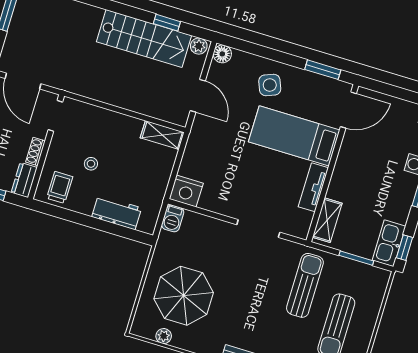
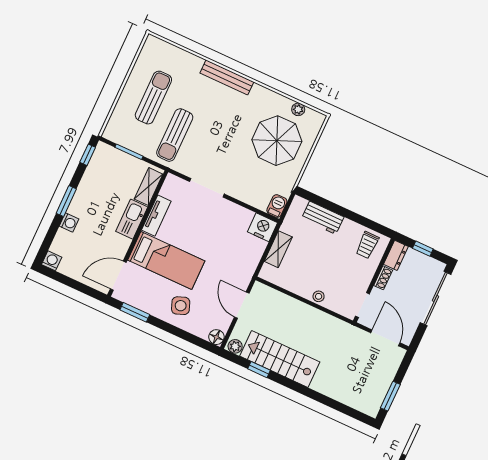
shelving: (162, 135) -> (278, 249), moved, turned 90
stool: (91, 164) -> (319, 296), moved
kitchen sink: (389, 243) -> (132, 219), moved, turned 180

